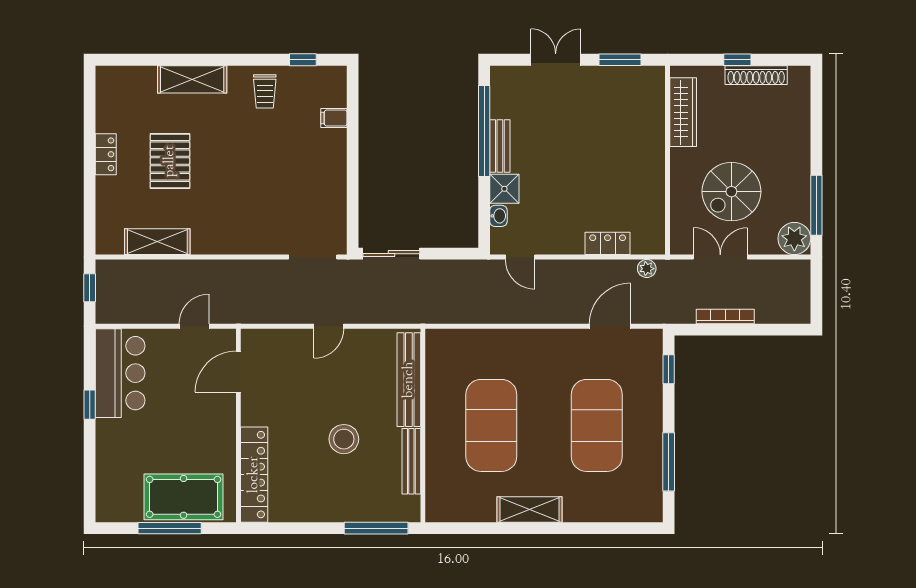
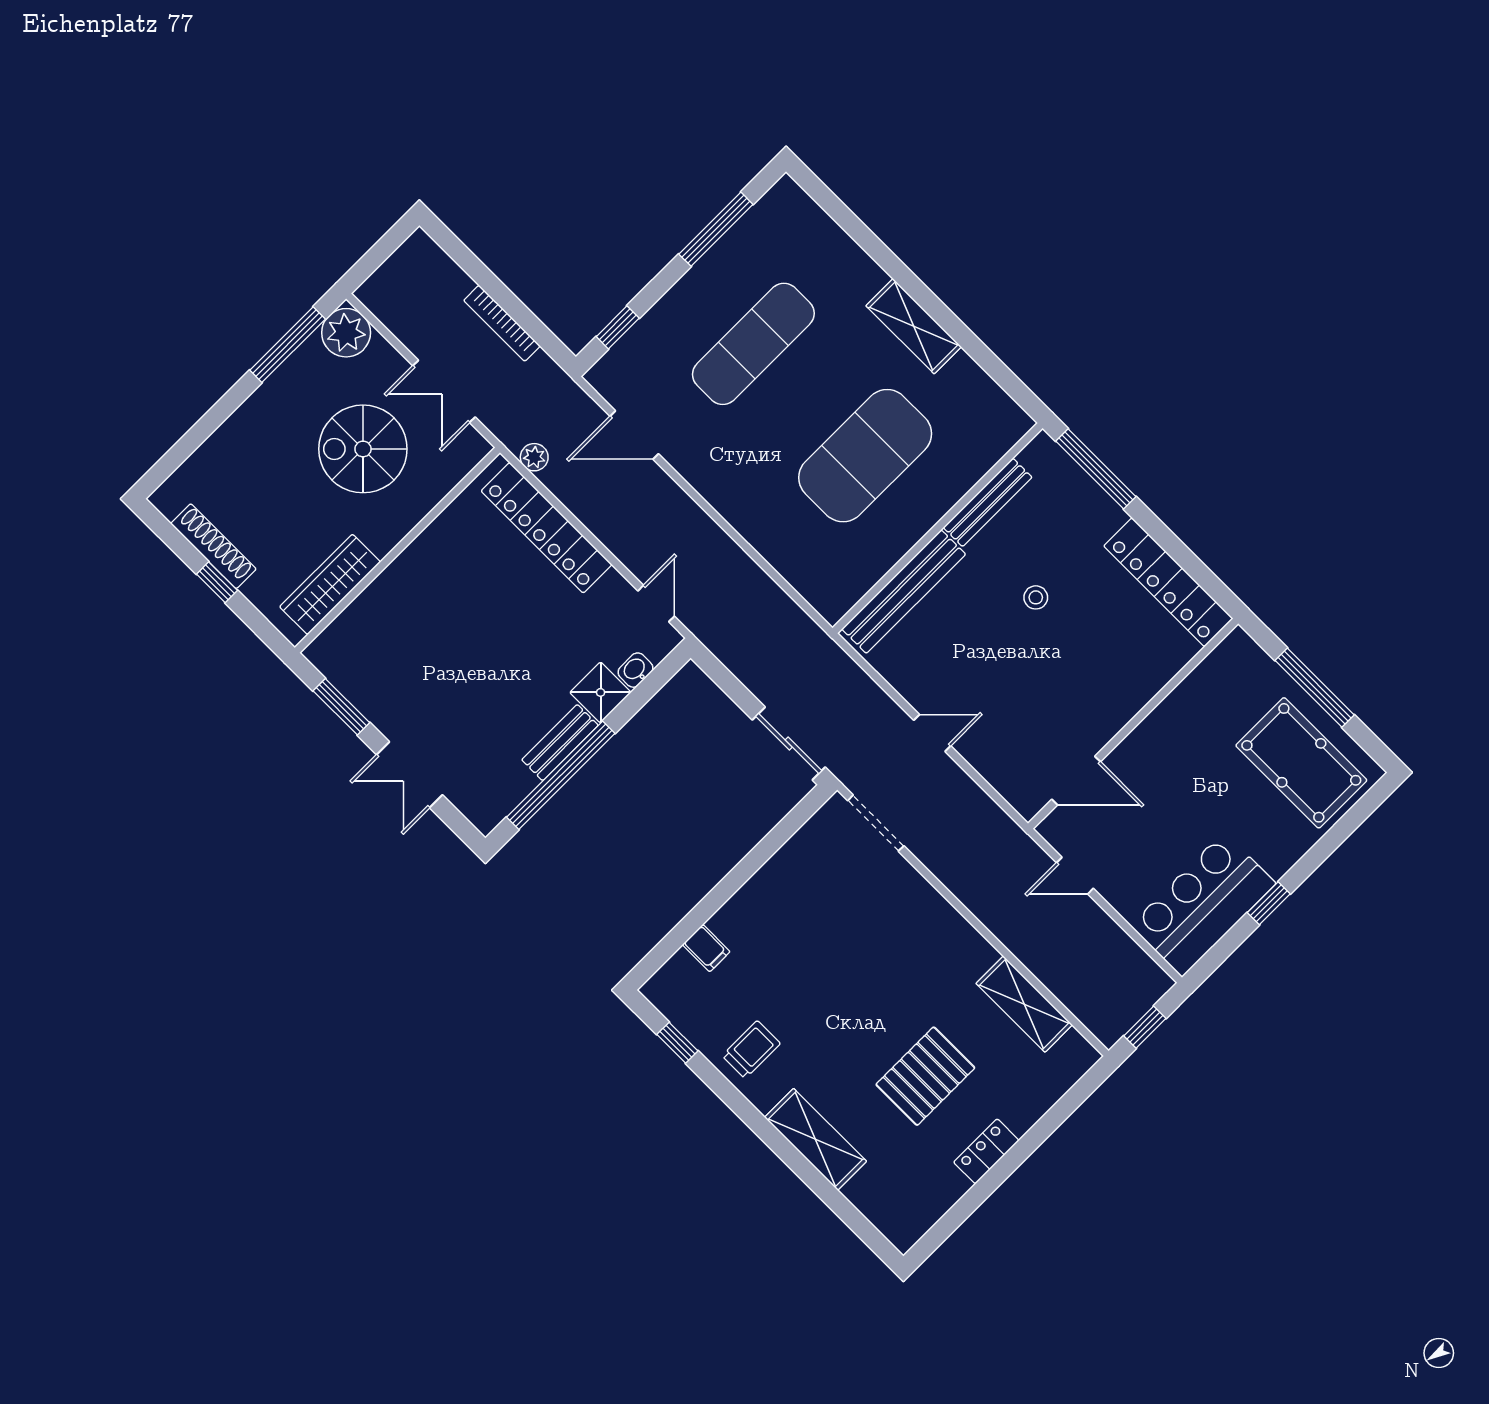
spiral stairs: (731, 192) -> (363, 449), turned 180
locker: (608, 243) -> (547, 528), width x2.16, depth x1.21
exercise mat: (597, 425) -> (753, 344), width x0.68
stool: (344, 439) -> (1036, 597), width x0.53, depth x0.53
locker: (254, 475) -> (1168, 582), moved, turned -90
pool table: (184, 497) -> (1301, 763), moved

